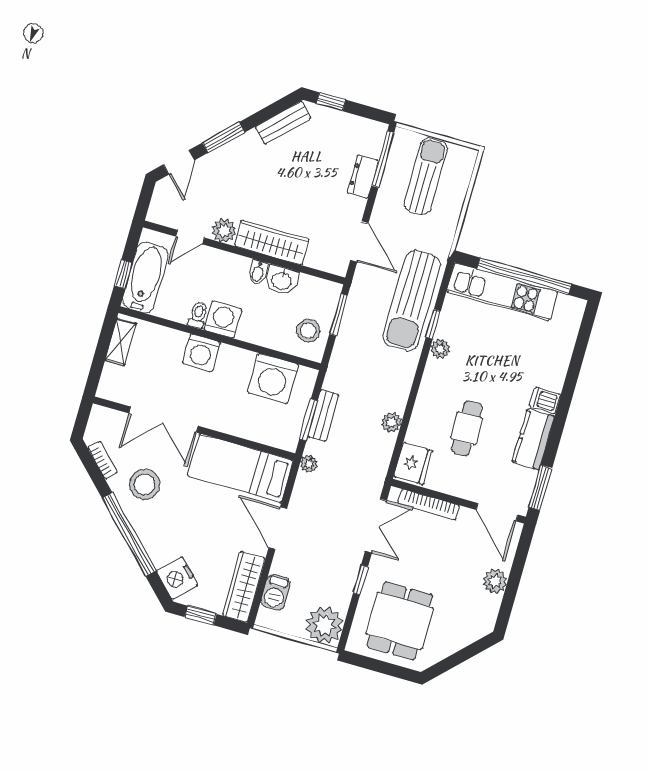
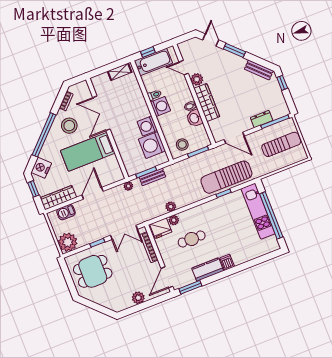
door: (179, 162) -> (211, 40), swing flipped
door: (359, 242) -> (234, 138), hinge flipped
plant: (440, 349) -> (174, 220), moved
washing machine: (201, 353) -> (147, 126), moved
bed: (240, 468) -> (88, 152), moved, turned -90

